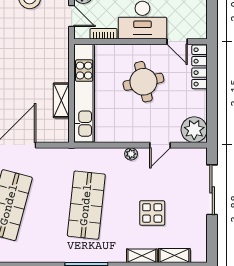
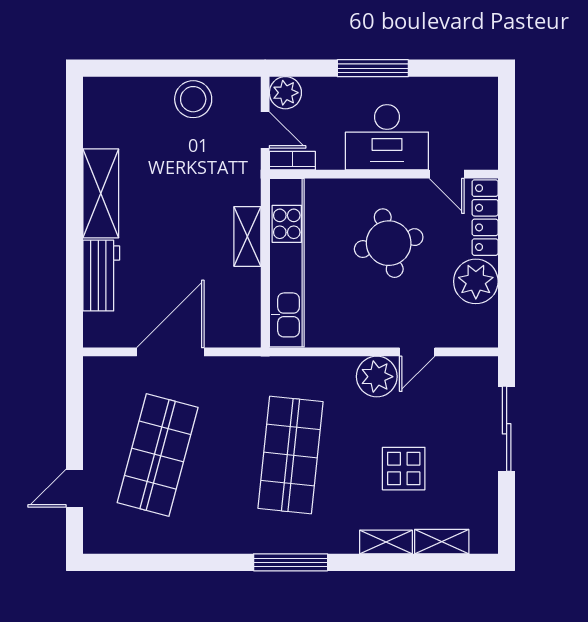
bookcase: (104, 34) -> (292, 161), moved
shelving: (61, 100) -> (247, 236), moved
plant: (194, 130) -> (476, 281), moved
plant: (131, 154) -> (377, 377), width x1.88, depth x1.88

